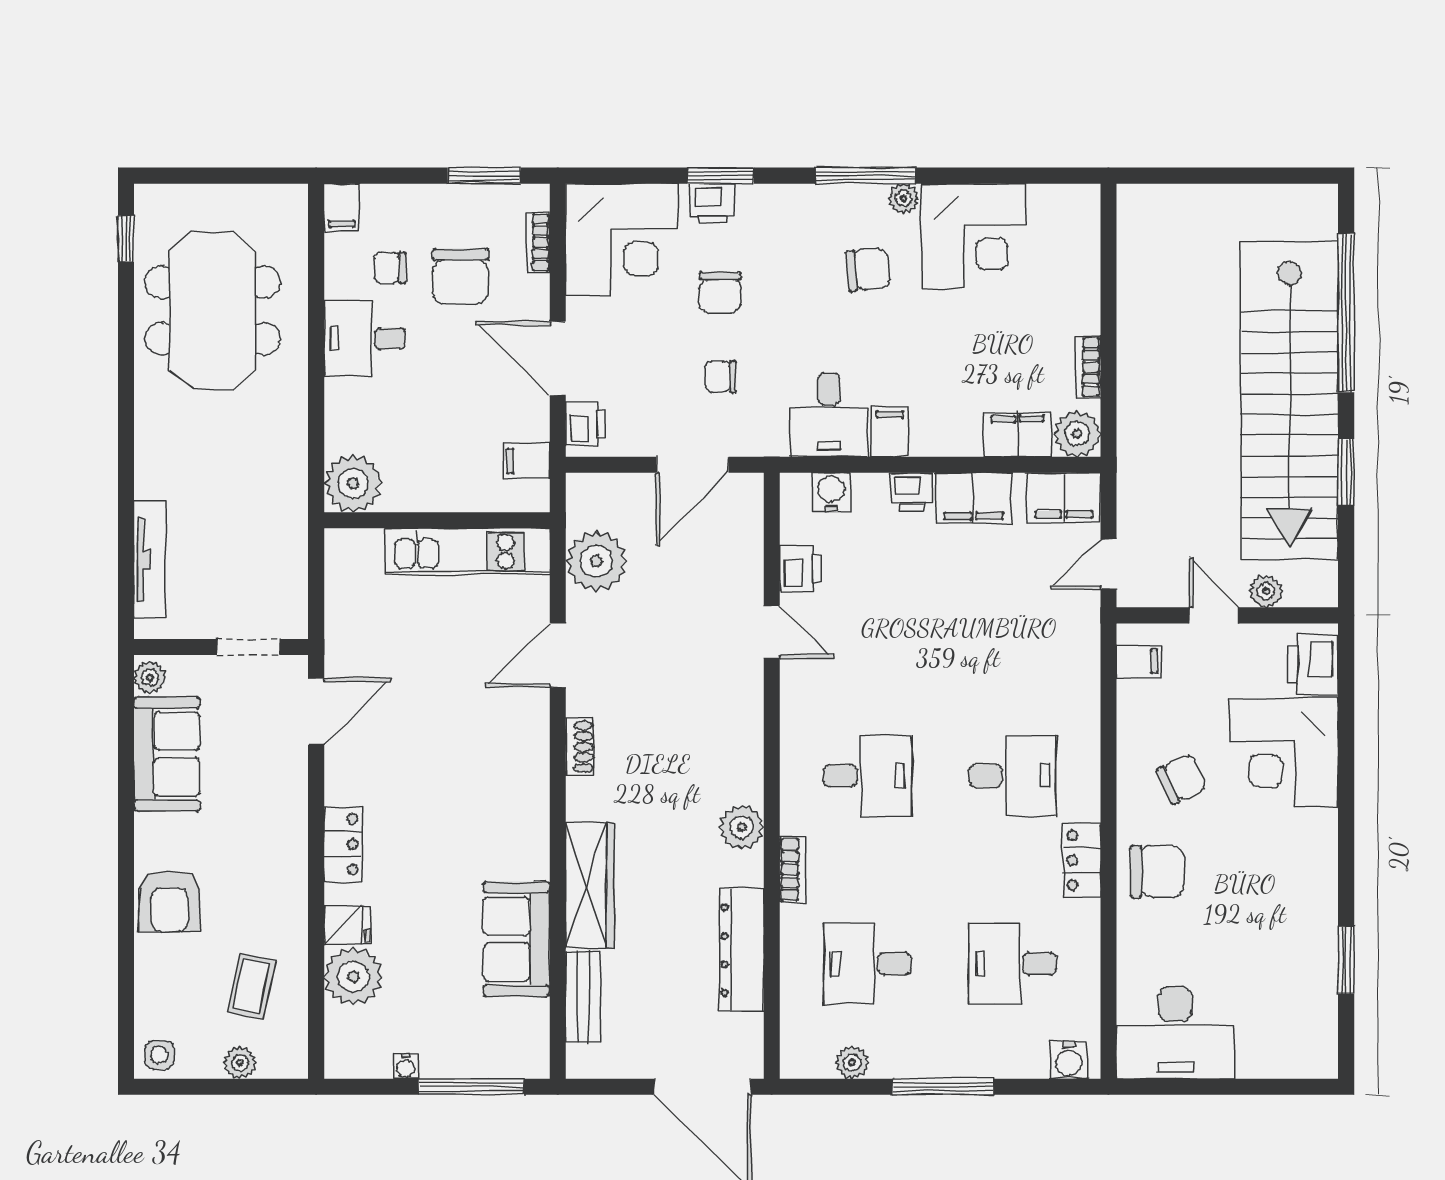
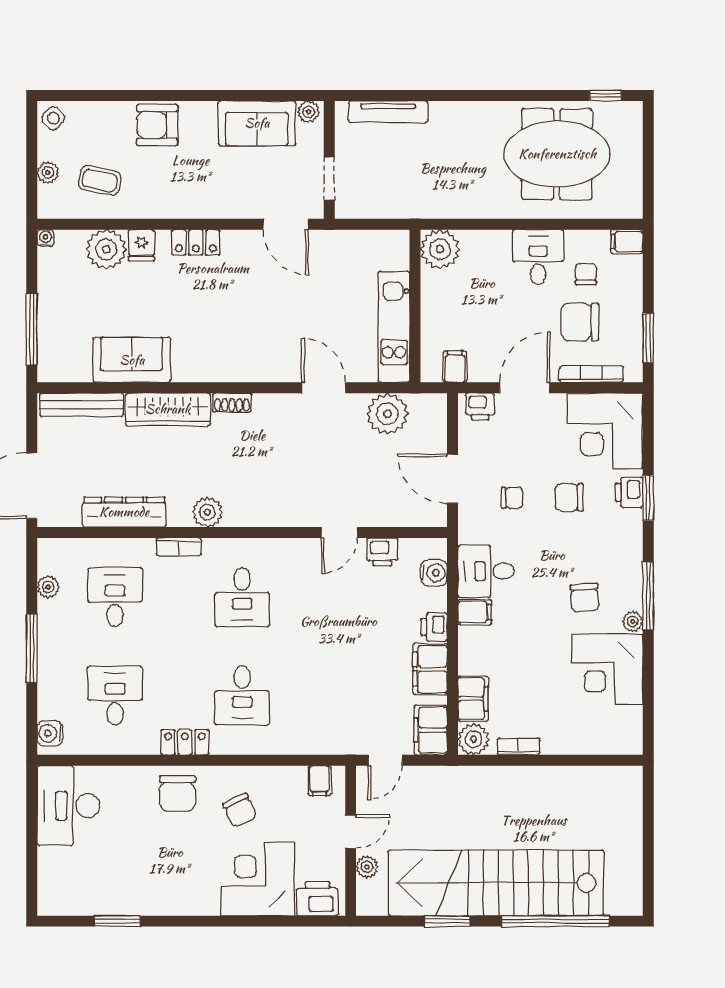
bookcase: (538, 243) -> (591, 374), width x1.56
chair: (721, 377) -> (512, 498), turned 90
door: (1108, 564) -> (385, 760), swing flipped
shoe rack: (580, 747) -> (232, 403), moved
bench: (583, 997) -> (81, 405), width x1.36
side table: (159, 1055) -> (53, 118), turned 45
water cooler: (405, 1066) -> (46, 238), moved, turned 90

